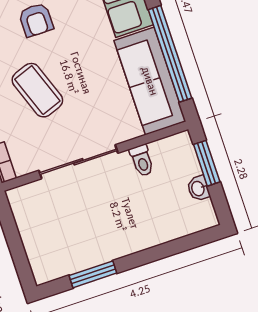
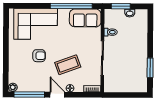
sofa: (150, 81) -> (85, 18), width x0.73

